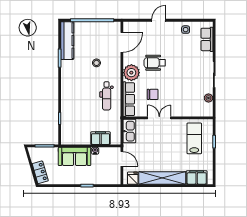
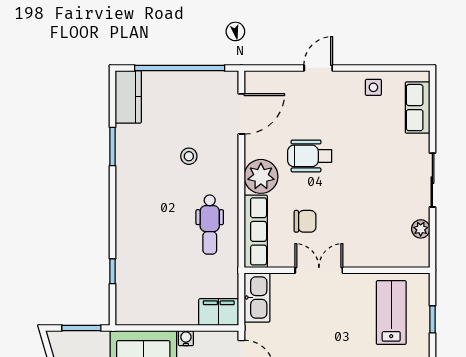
kitchen counter: (67, 41) -> (128, 97), width x0.67
filing cabinet: (101, 138) -> (219, 312), moved

